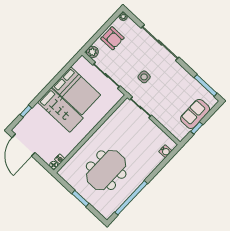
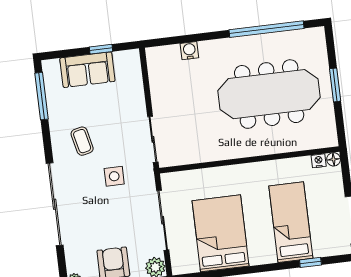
coffee table: (171, 81) -> (82, 141), added
bed: (60, 110) -> (291, 222), moved
water cooler: (165, 151) -> (189, 51), moved
meeting table: (106, 170) -> (269, 94), width x1.36

